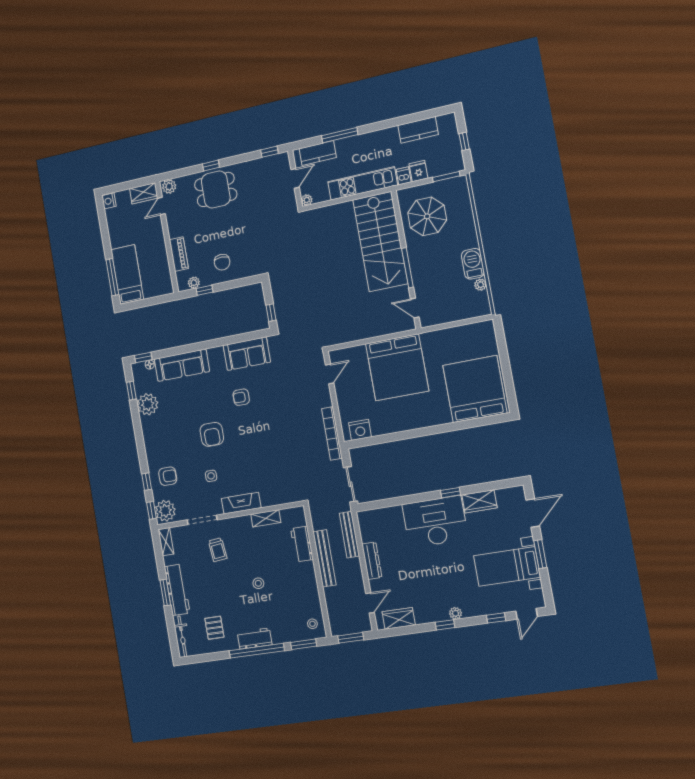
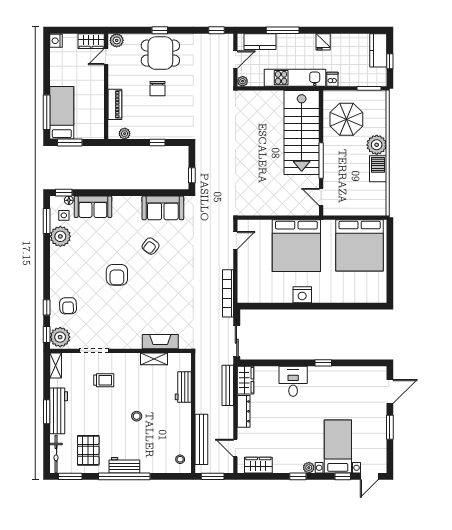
kitchen counter: (418, 130) -> (378, 50), moved, turned 90
fridge: (418, 171) -> (323, 42), moved, turned 180
chair: (222, 262) -> (158, 89), moved
plant: (480, 285) -> (377, 145), moved, width x1.88, depth x1.88
window: (205, 290) -> (157, 142), moved
window: (140, 304) -> (70, 142), added
sofa: (182, 365) -> (93, 207), width x0.73
bed: (475, 389) -> (360, 245), moved, turned 180
window: (131, 391) -> (47, 221), width x1.50
armchair: (241, 397) -> (151, 246), turned -53
nightstand: (360, 430) -> (302, 295), moved
armchair: (168, 476) -> (68, 306), turned 88
side table: (211, 476) -> (64, 215), moved
wardrobe: (479, 501) -> (246, 380), moved, turned -90
fireplace: (241, 503) -> (160, 342), moved
desk: (435, 522) -> (293, 381), width x0.53, depth x0.77
trolley: (218, 550) -> (104, 380), turned -84
bench: (324, 558) -> (201, 439), moved
bed with nightstands: (507, 567) -> (338, 446), moved, turned 90
door: (370, 603) -> (235, 448), swing flipped
pallet: (214, 628) -> (88, 450), width x1.50, depth x1.42
window: (304, 644) -> (70, 476), moved

